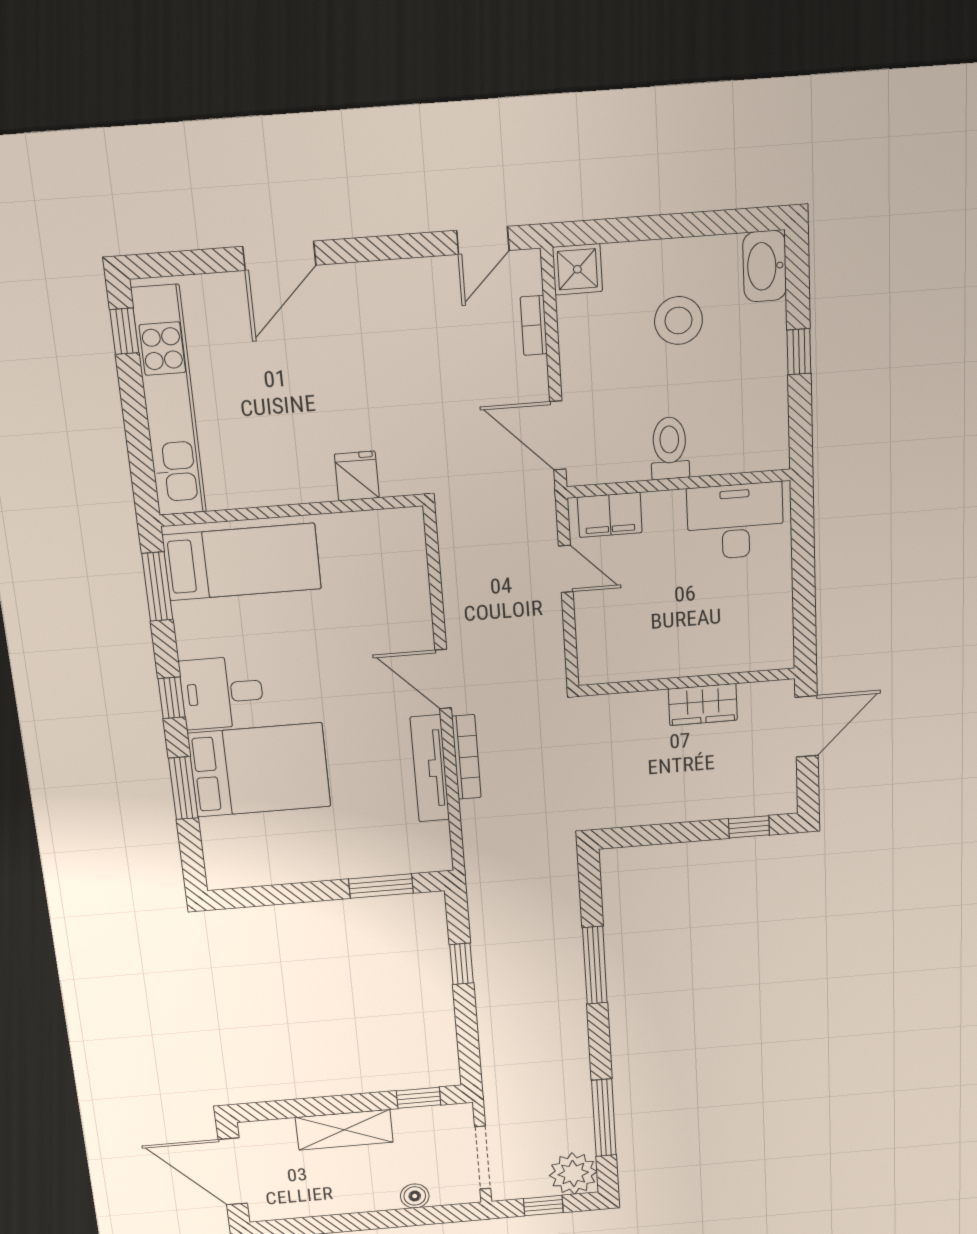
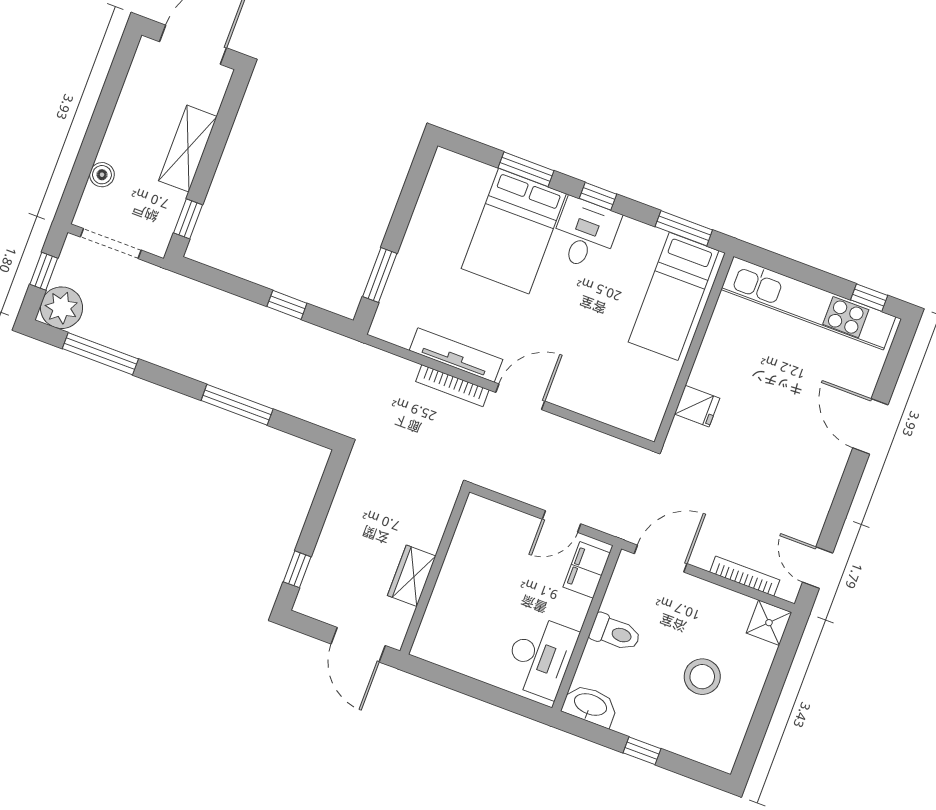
washbasin: (765, 266) -> (590, 705), moved
bookcase: (534, 325) -> (745, 576), width x1.56

